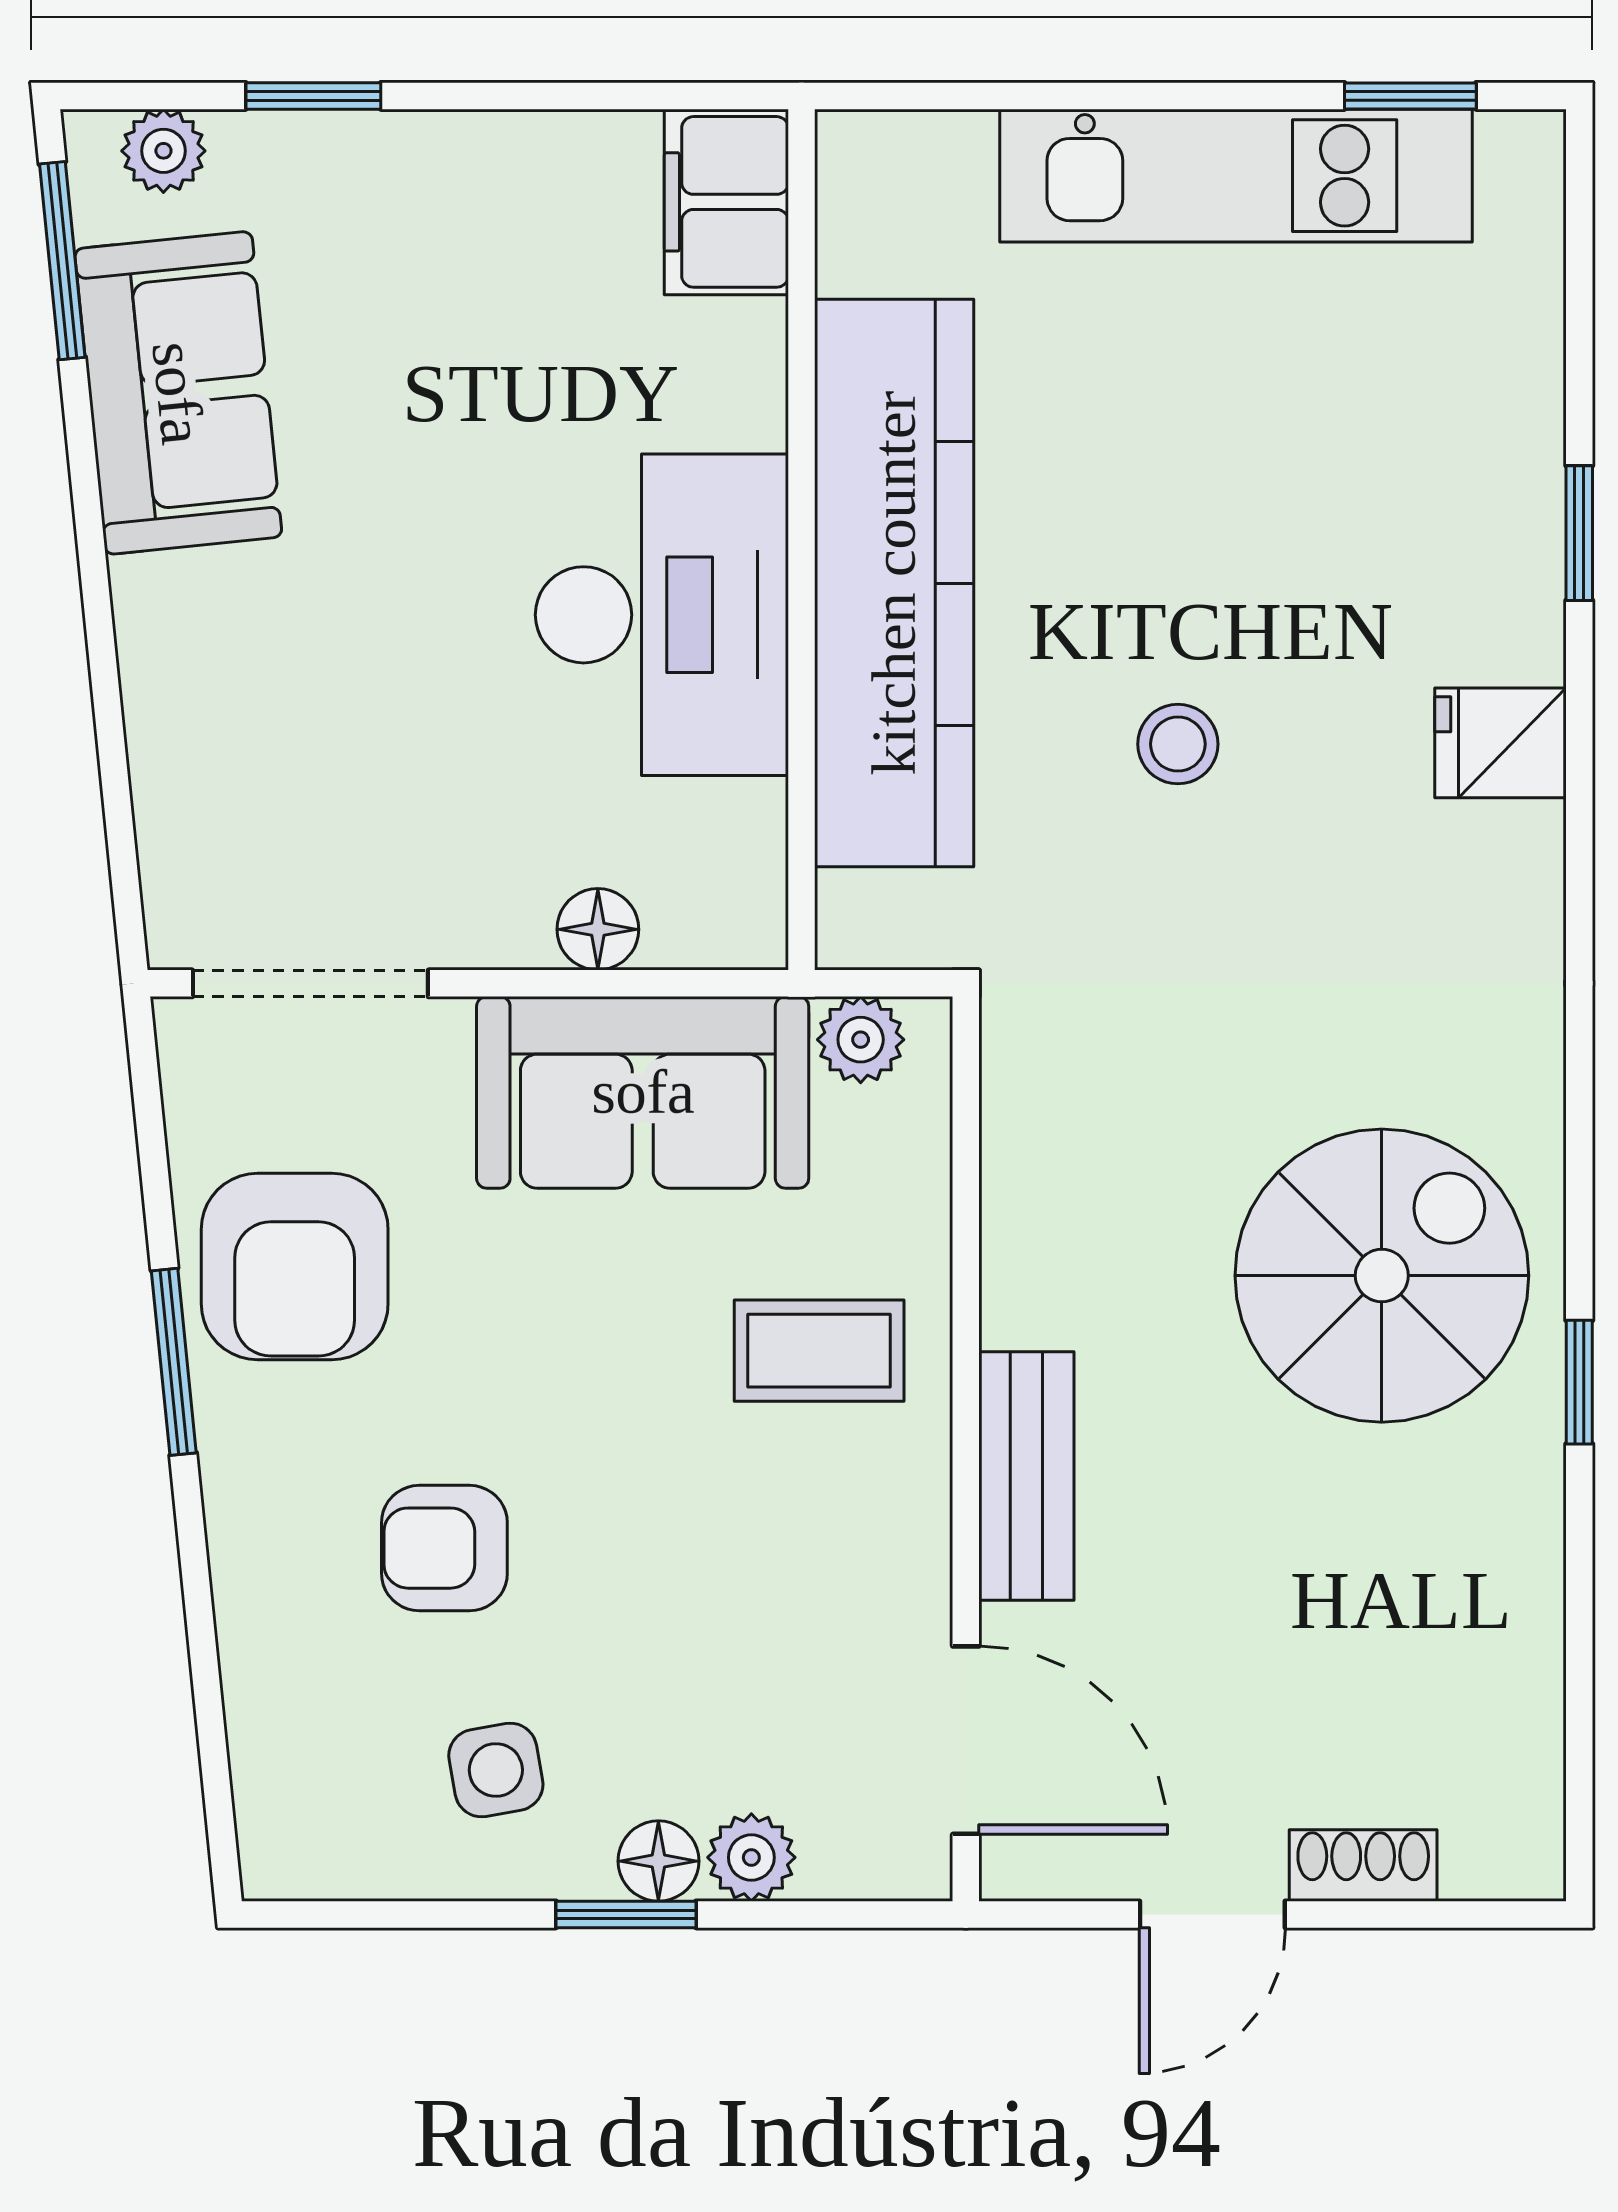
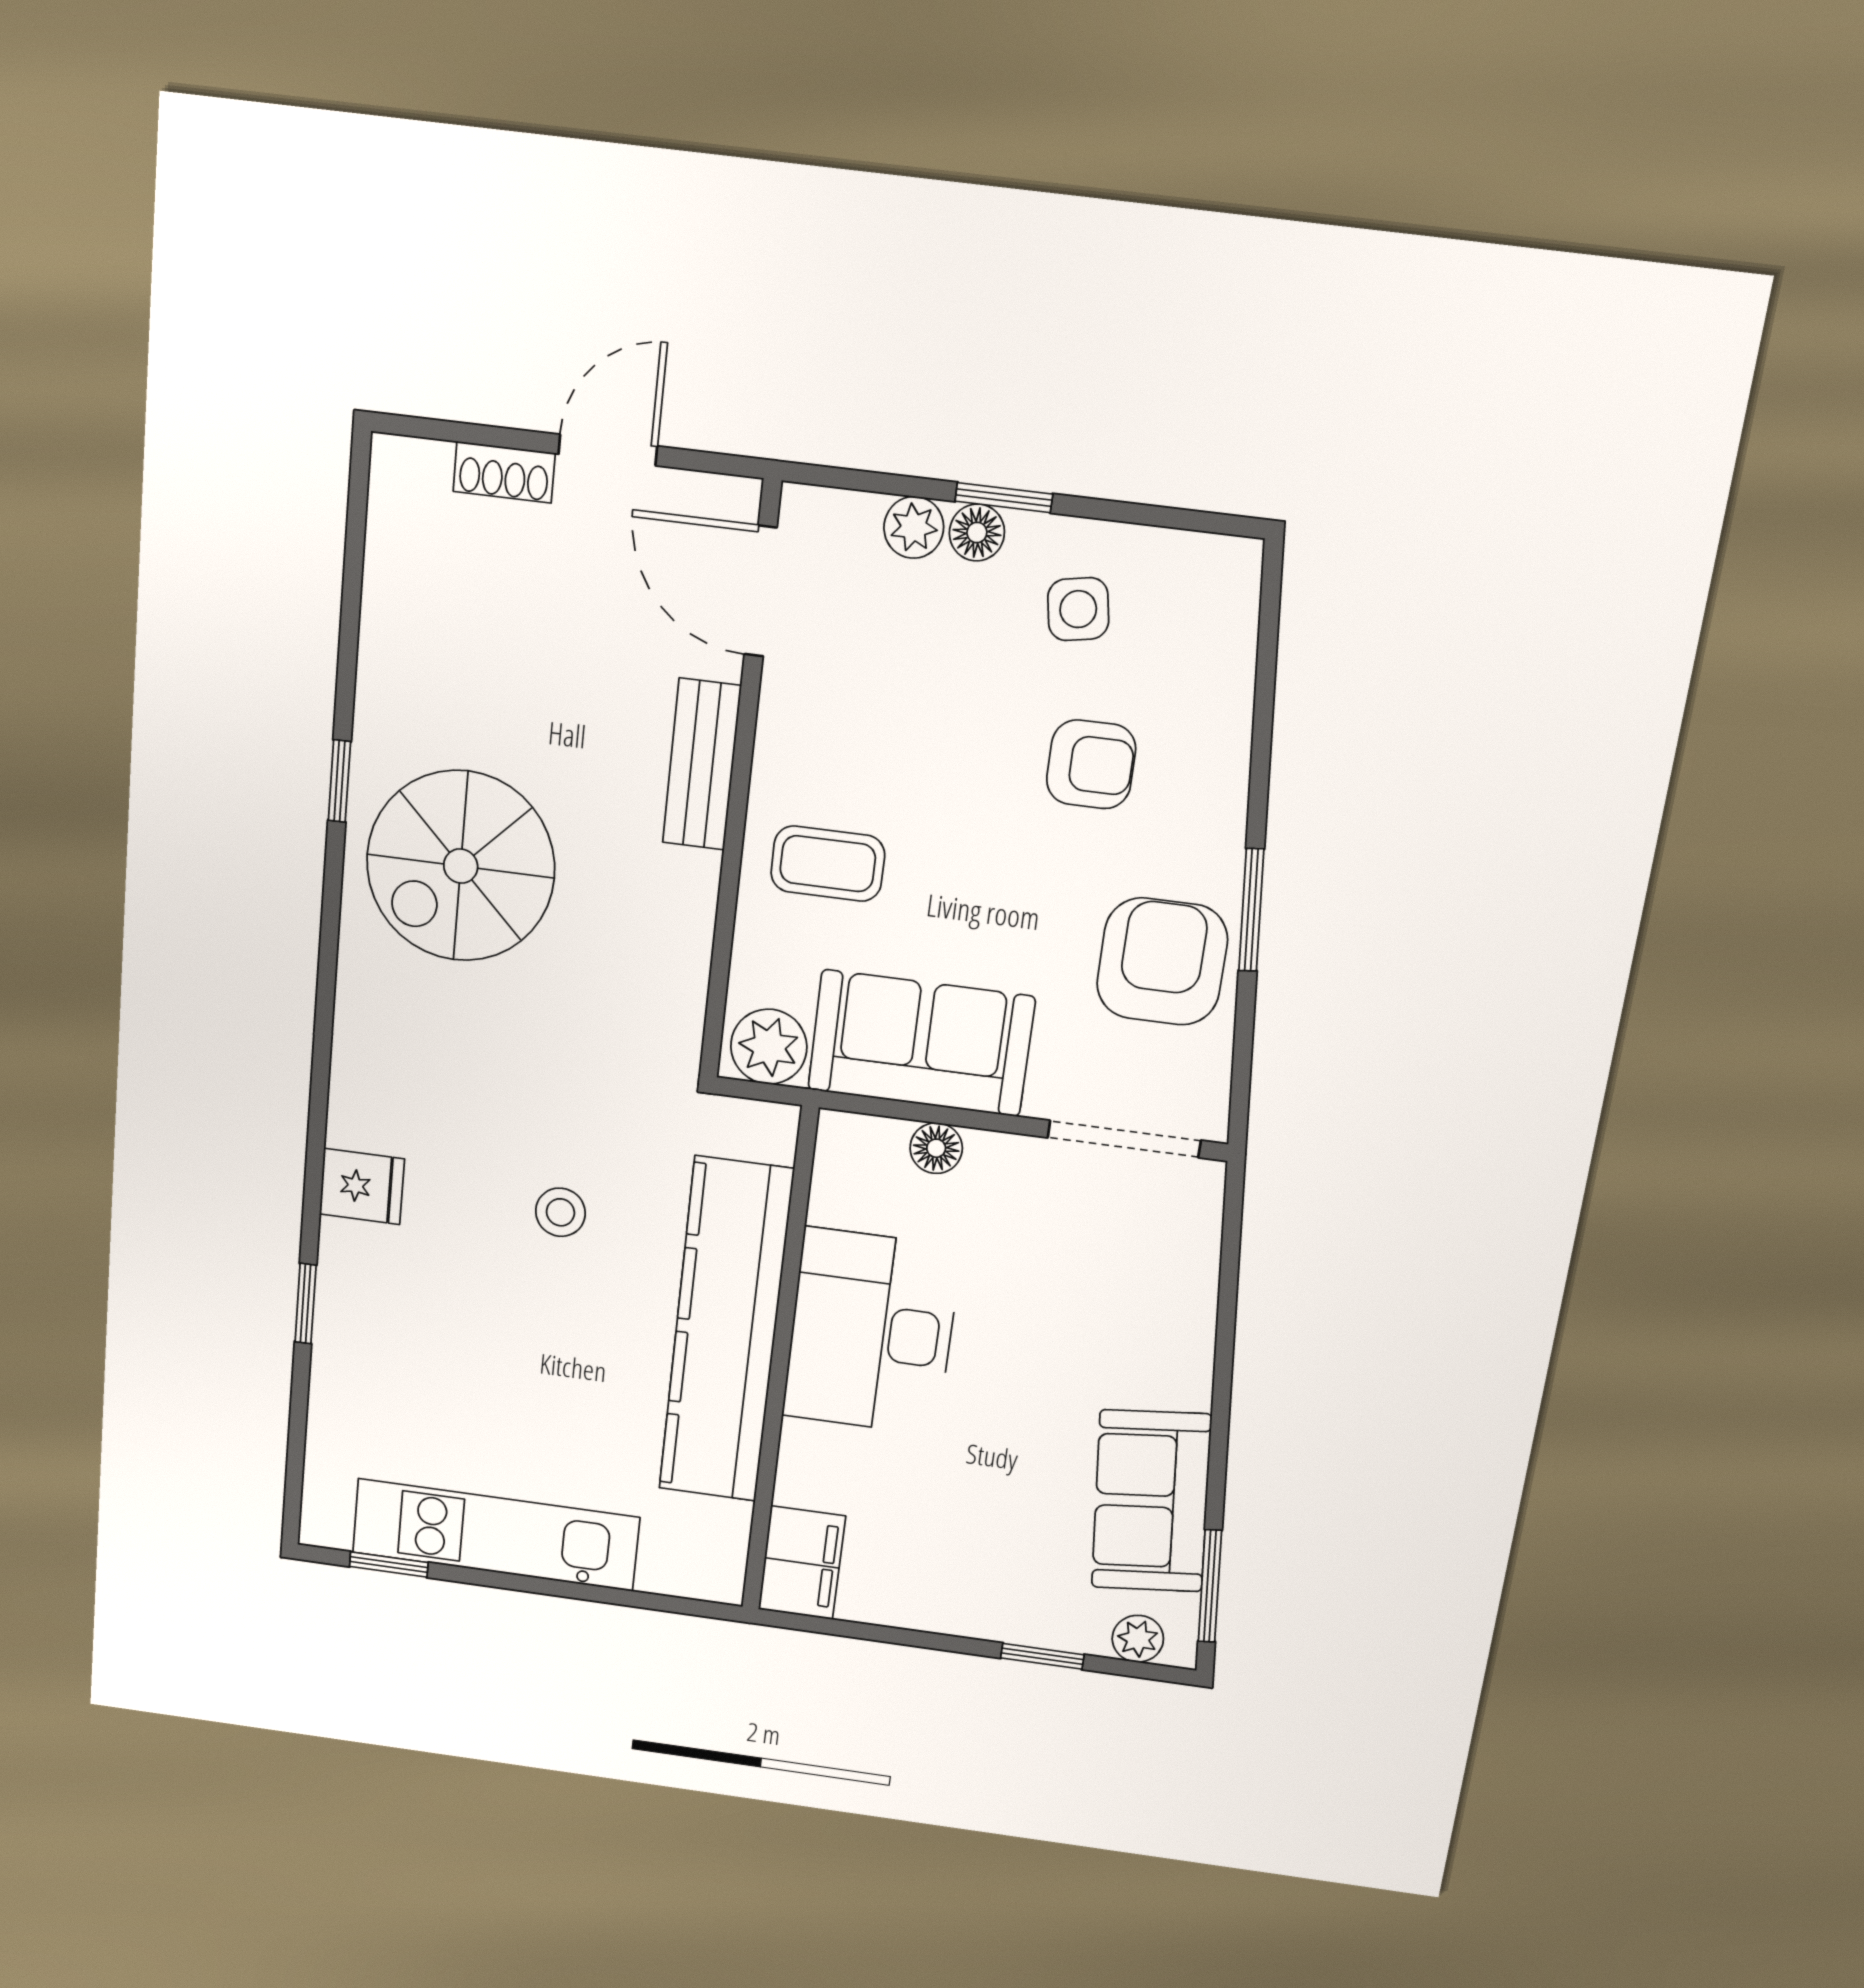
plant: (861, 1040) -> (769, 1047), width x1.38, depth x1.38

